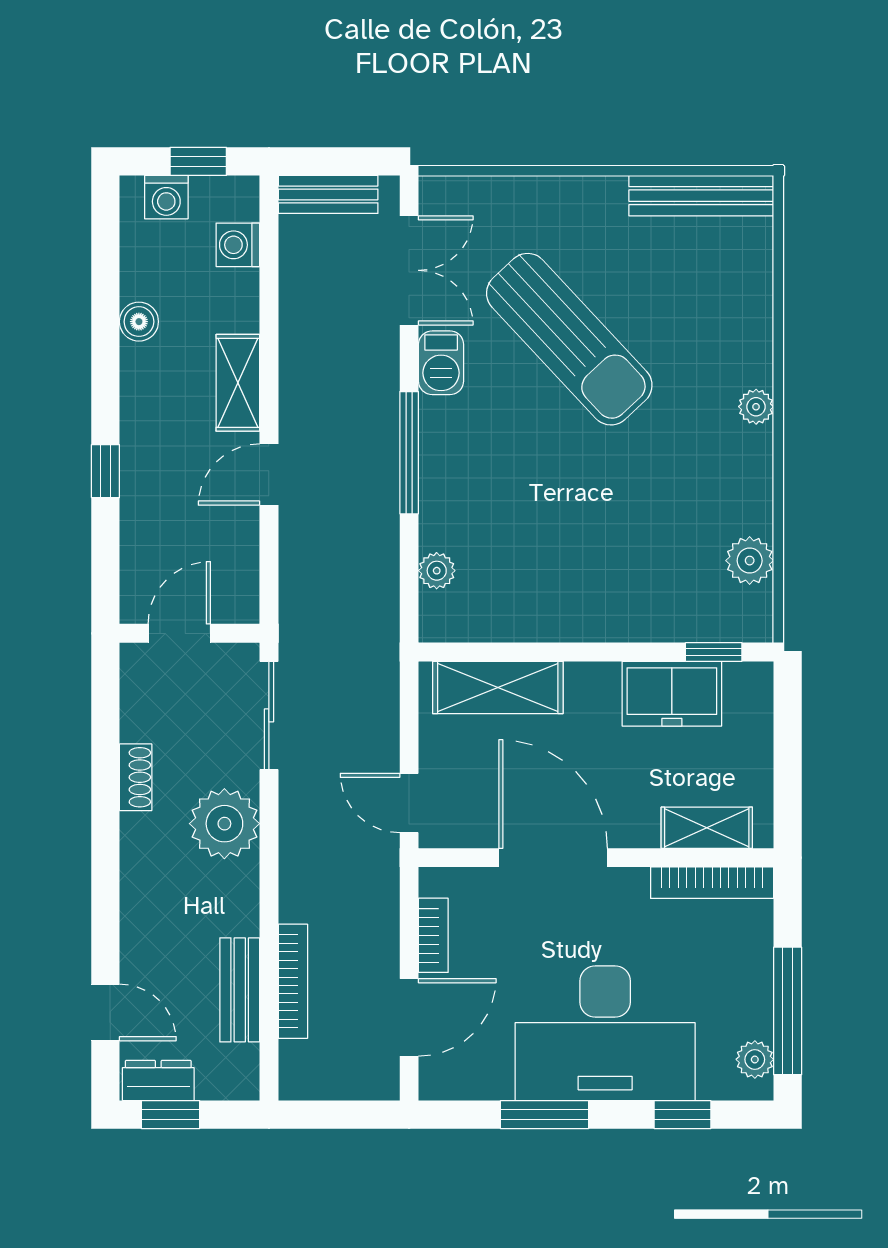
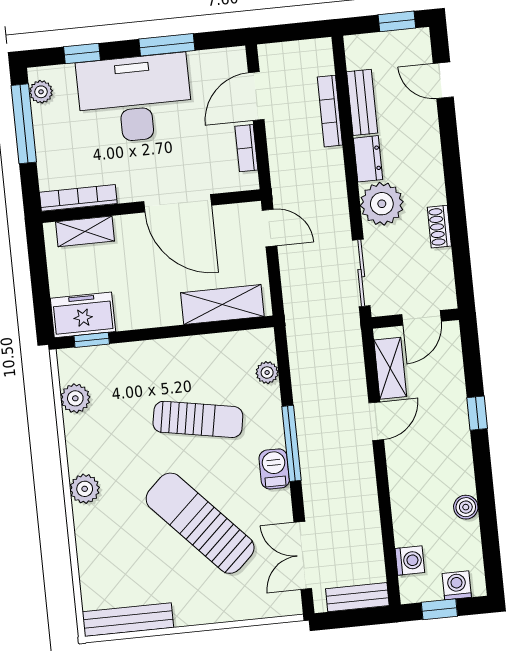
barbecue: (441, 363) -> (274, 469), moved
shelving: (238, 383) -> (390, 368), moved
plant: (756, 407) -> (85, 489), width x1.38, depth x1.38
sun lounger: (556, 507) -> (198, 419), added
freezer: (672, 694) -> (83, 315), moved
dresser: (158, 1080) -> (368, 159), moved, turned -90

